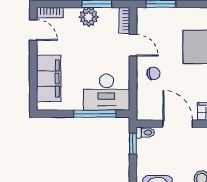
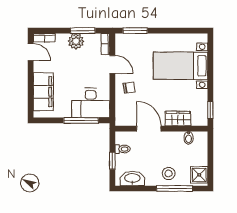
toilet: (145, 133) -> (123, 149), moved
window: (133, 144) -> (112, 161), moved

